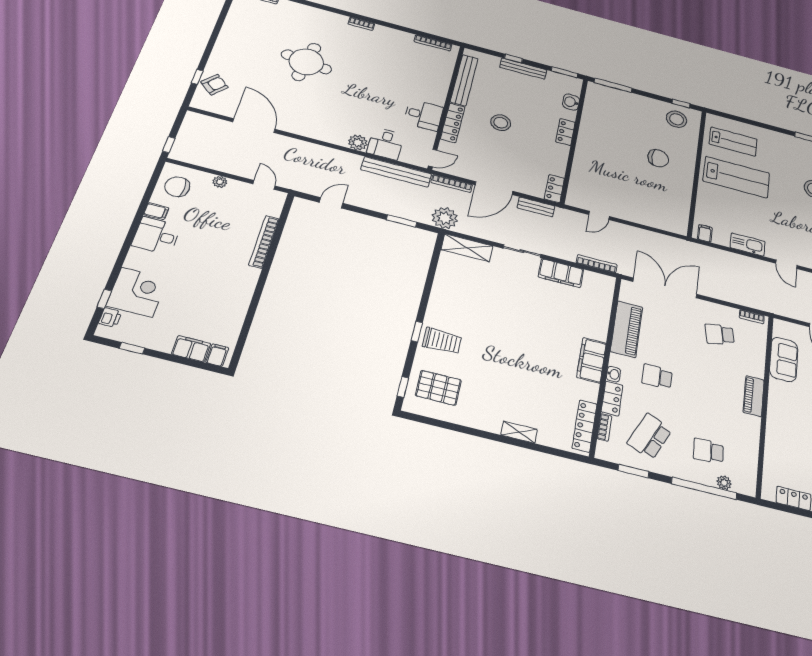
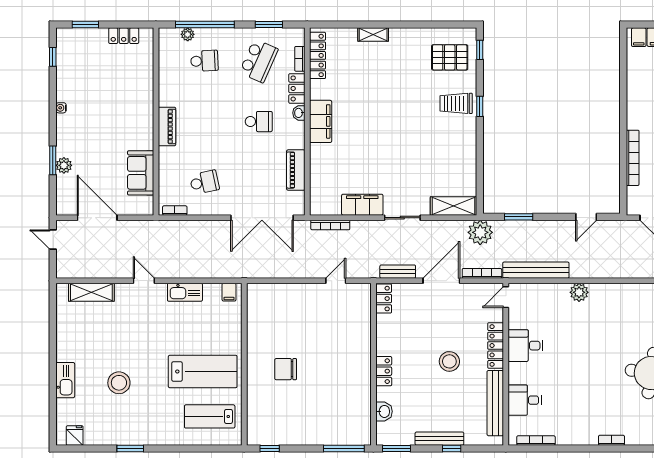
stool: (677, 119) -> (272, 426), removed
desk: (386, 144) -> (525, 400), moved, turned -90
lab bench: (736, 177) -> (203, 371), turned 180
piano: (627, 329) -> (296, 170), width x0.73, depth x0.75

